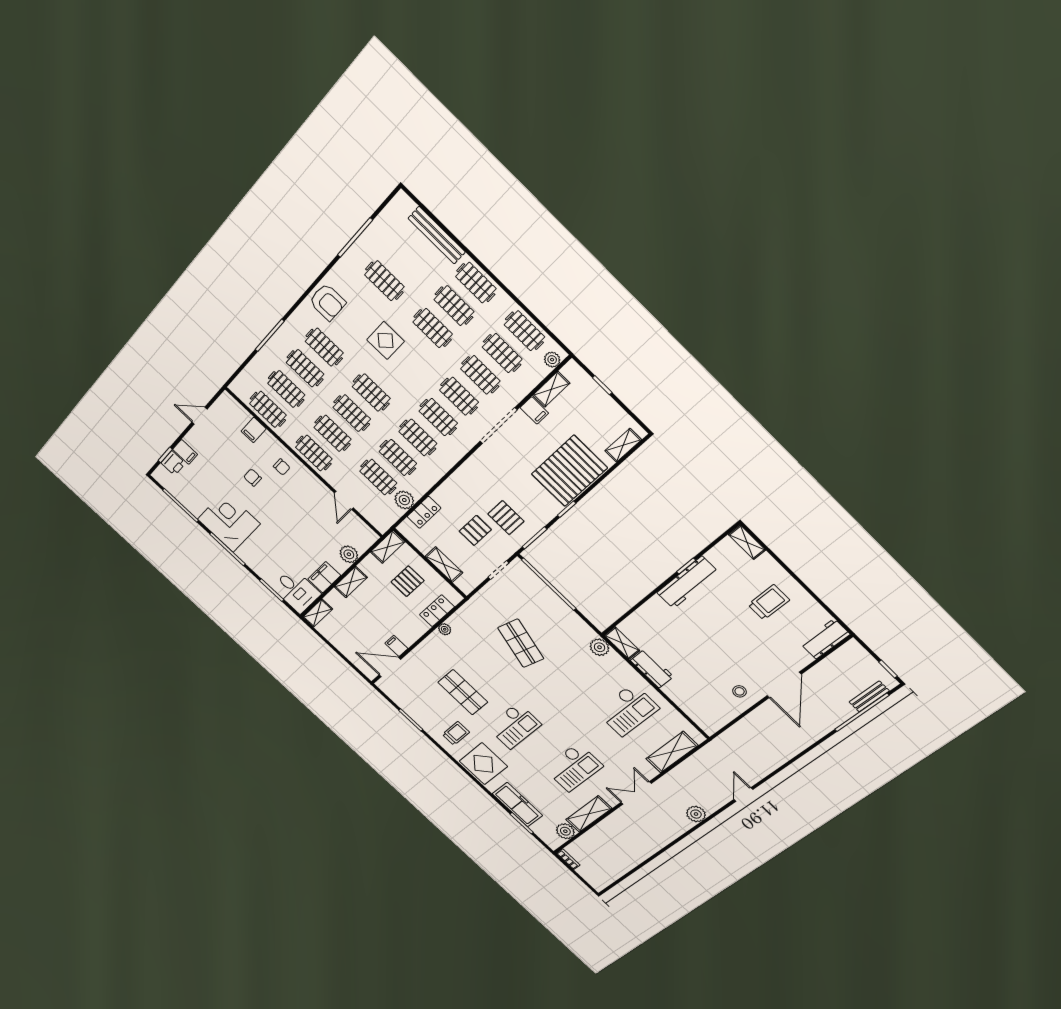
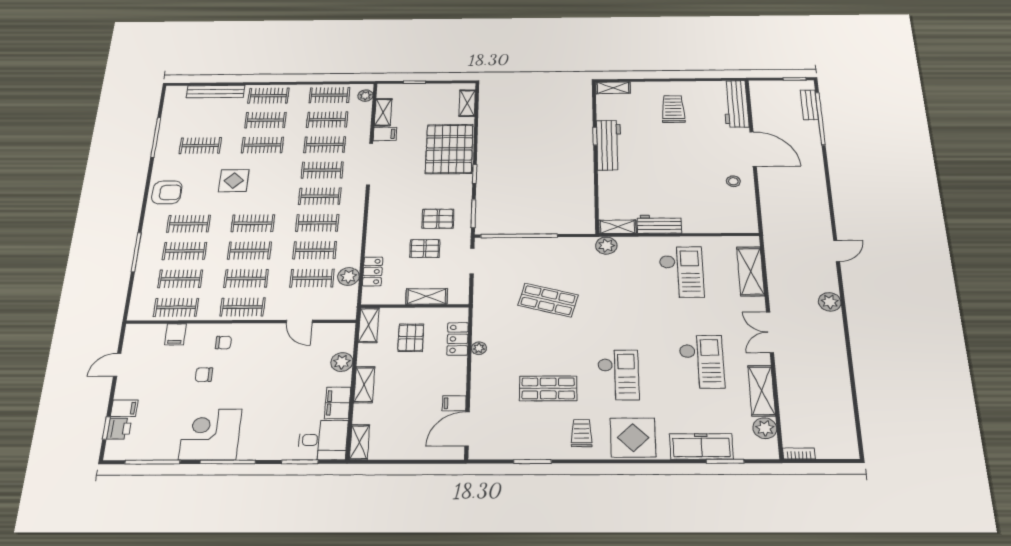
pallet: (475, 530) -> (425, 248), turned 90
workbench: (825, 639) -> (736, 104), width x1.38
door: (743, 794) -> (837, 251), swing flipped

